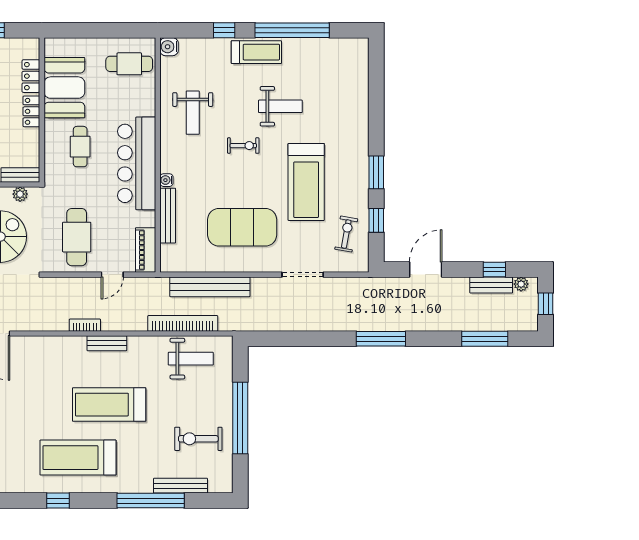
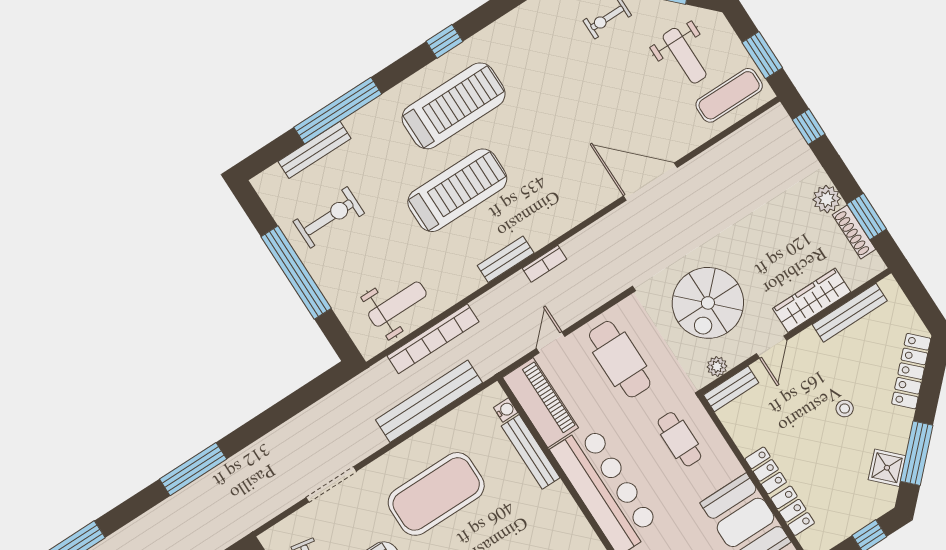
cafe table: (80, 147) -> (679, 439), moved
water cooler: (166, 180) -> (506, 410), moved
piano: (146, 250) -> (540, 403), width x1.37, depth x1.33
weight bench: (191, 359) -> (397, 304), turned 180

